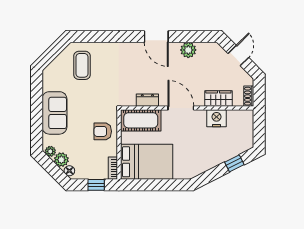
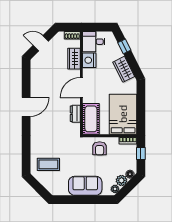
plant: (188, 50) -> (36, 82), removed
desk: (240, 124) -> (94, 42), added
wardrobe: (205, 163) -> (124, 69), added

